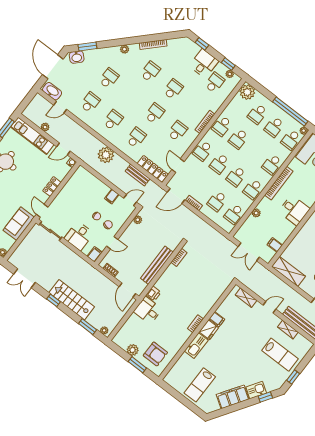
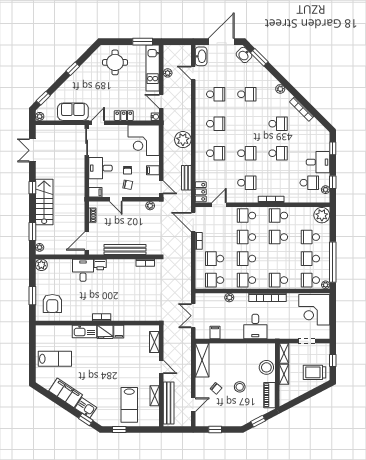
locker: (153, 169) -> (201, 192), width x0.66
corner desk: (83, 186) -> (144, 140), added
plant: (133, 350) -> (41, 265), moved
lab bench: (200, 385) -> (55, 359), turned 180

